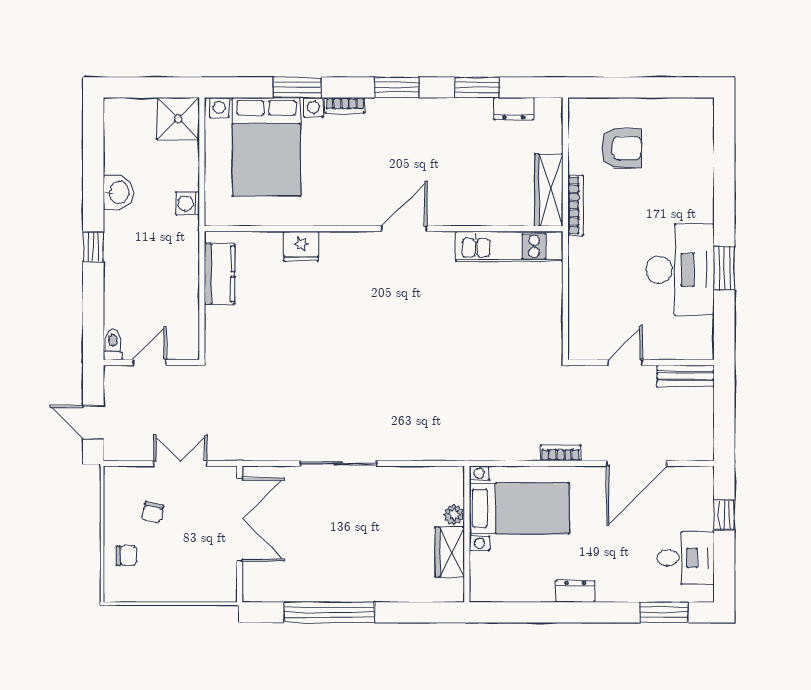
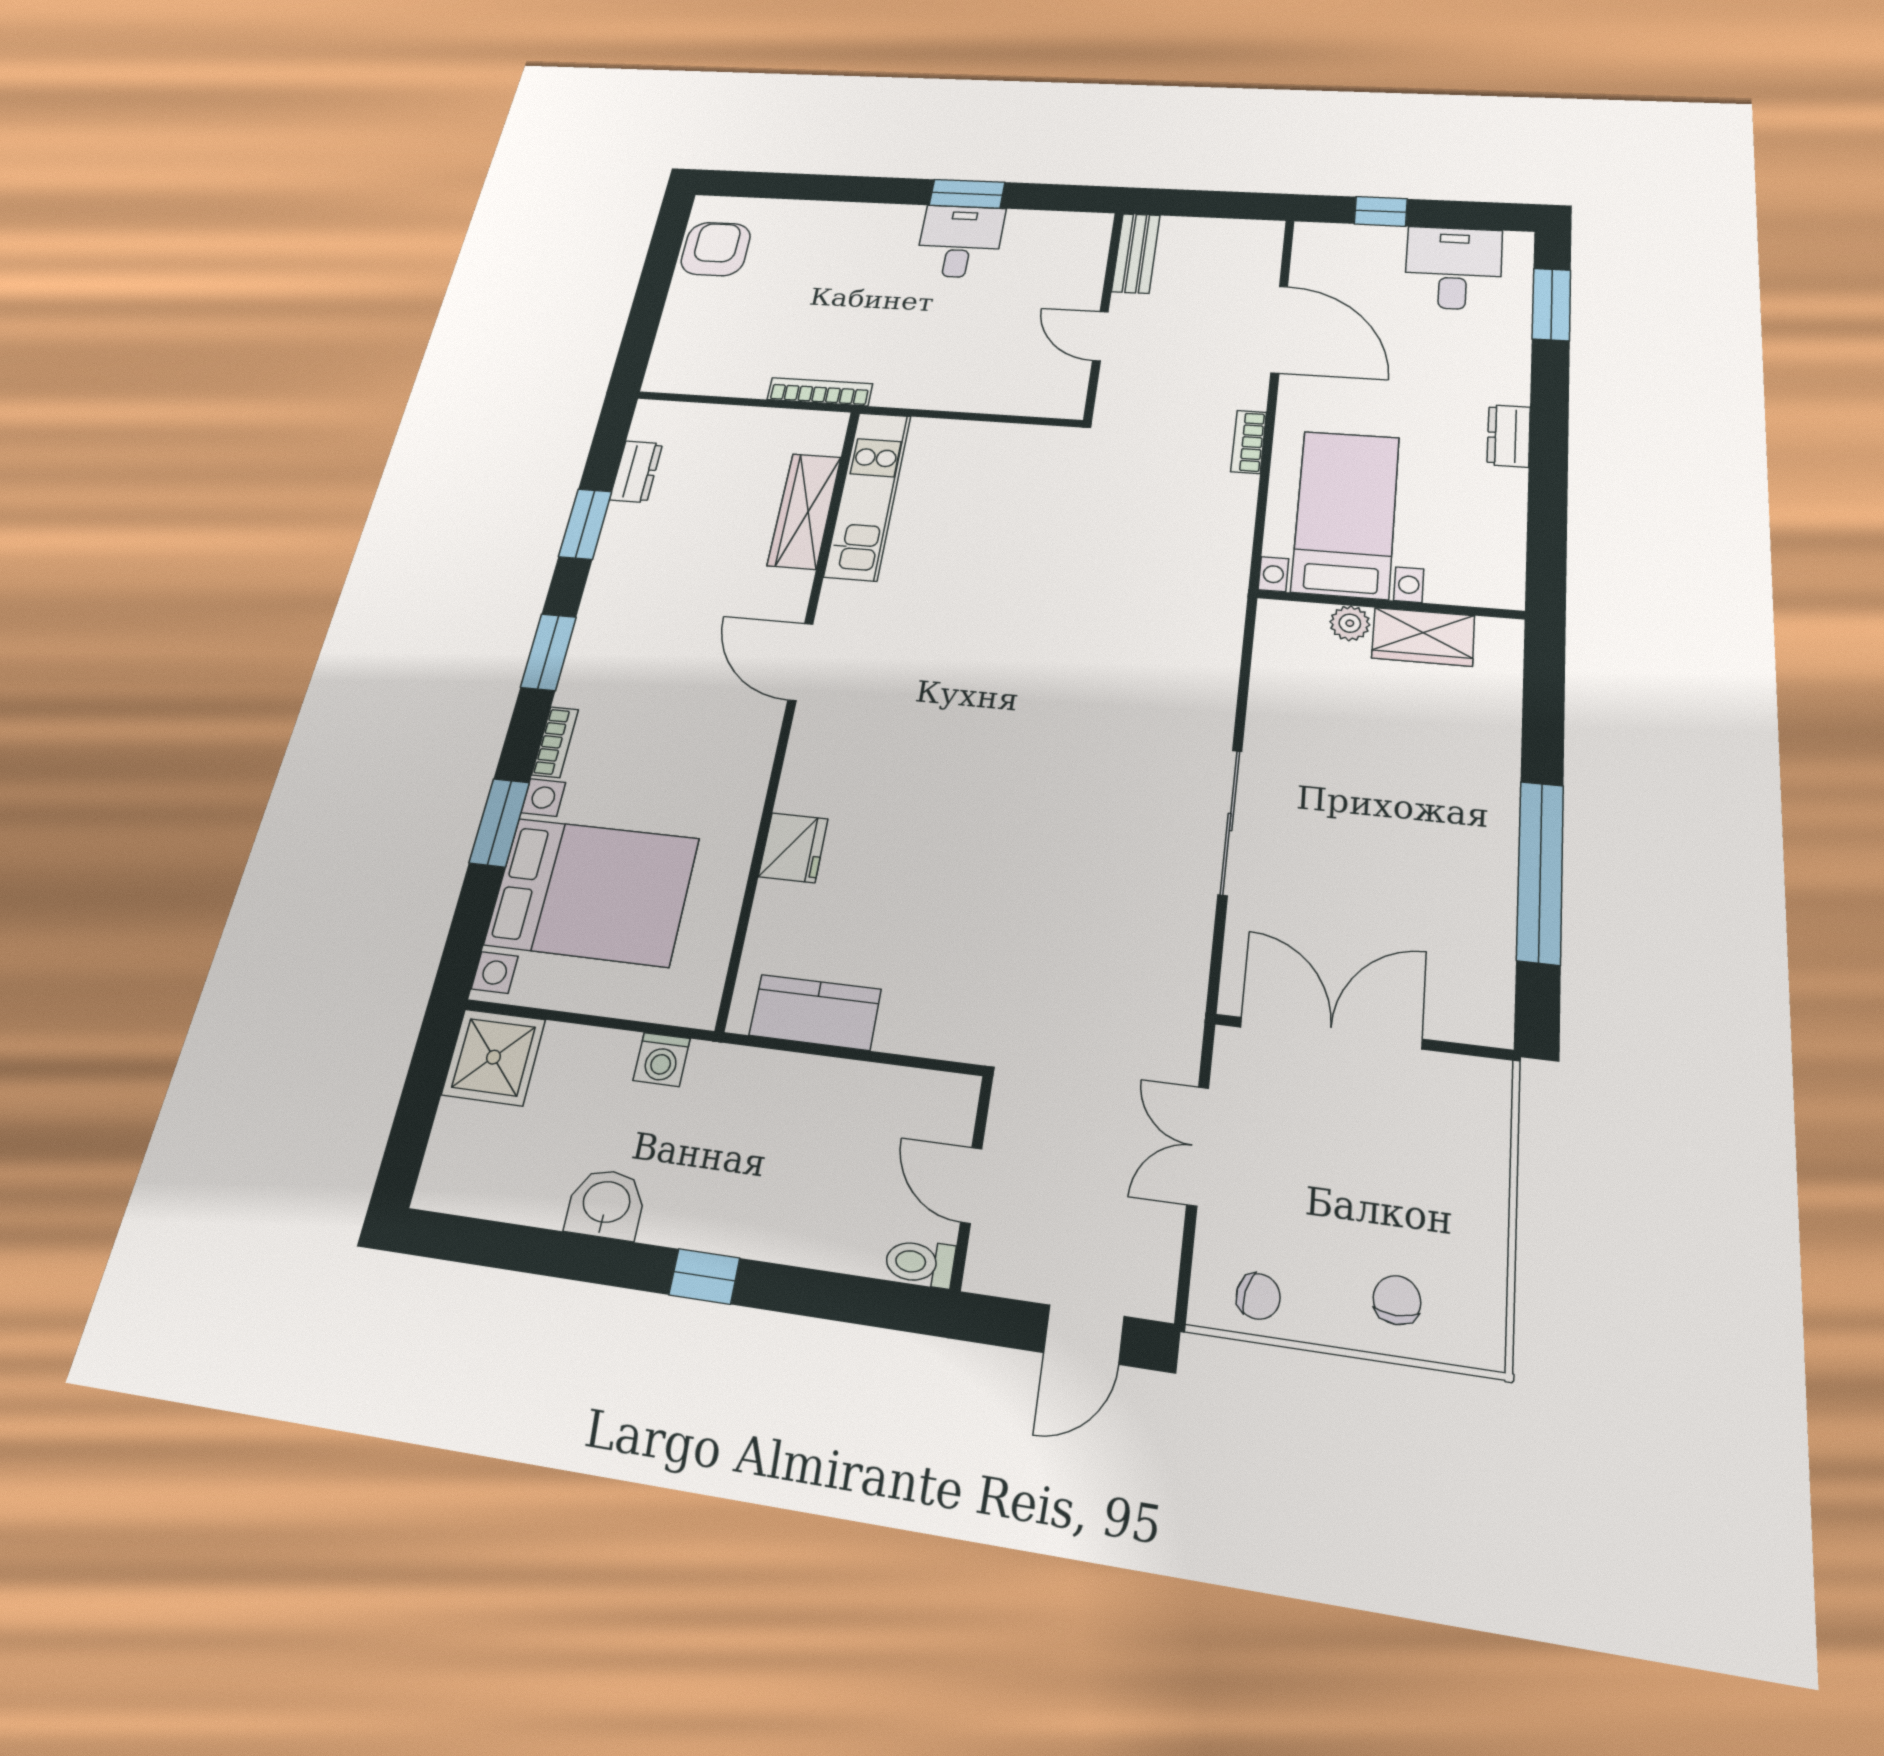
armchair: (621, 148) -> (716, 249), moved
wardrobe: (549, 190) -> (804, 511), moved, turned 90
desk: (680, 270) -> (960, 242), width x0.53, depth x0.77
chair: (153, 512) -> (1258, 1296), moved

